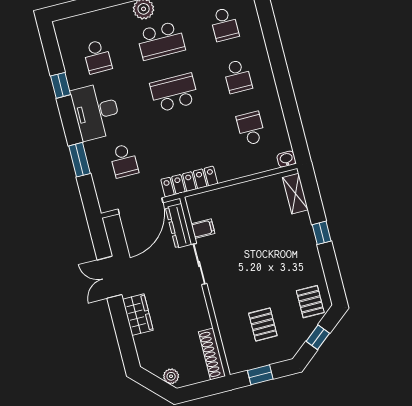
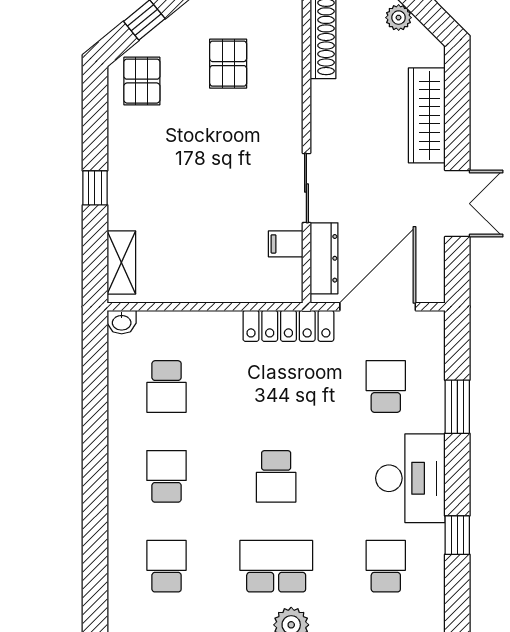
school desk: (174, 93) -> (276, 476), width x0.54
wardrobe: (138, 315) -> (427, 115), width x1.50

